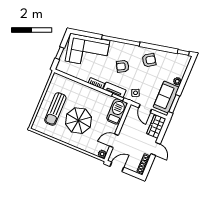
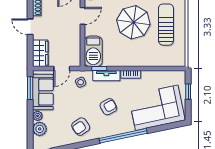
plant: (180, 71) -> (40, 129), added
door: (145, 108) -> (62, 69), swing flipped

